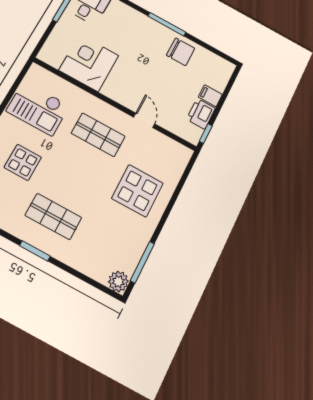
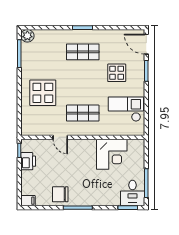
filing cabinet: (210, 96) -> (28, 201), moved

